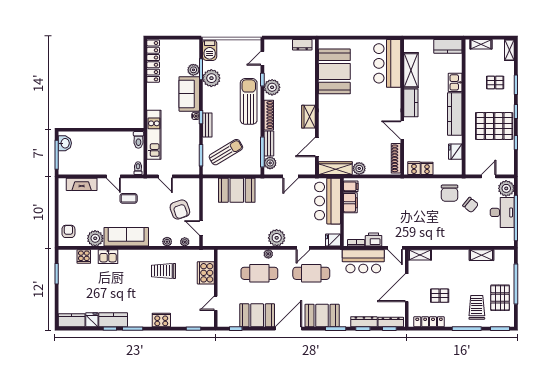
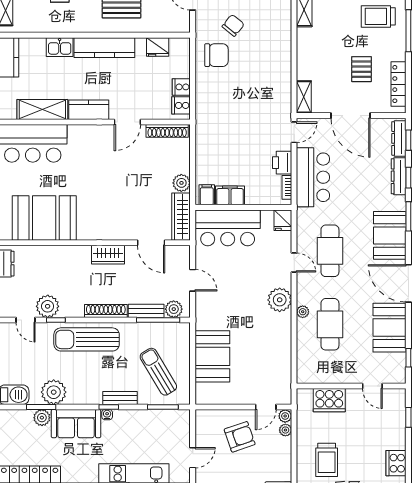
plant: (272, 87) -> (48, 306), moved
plant: (167, 242) -> (285, 416), moved

